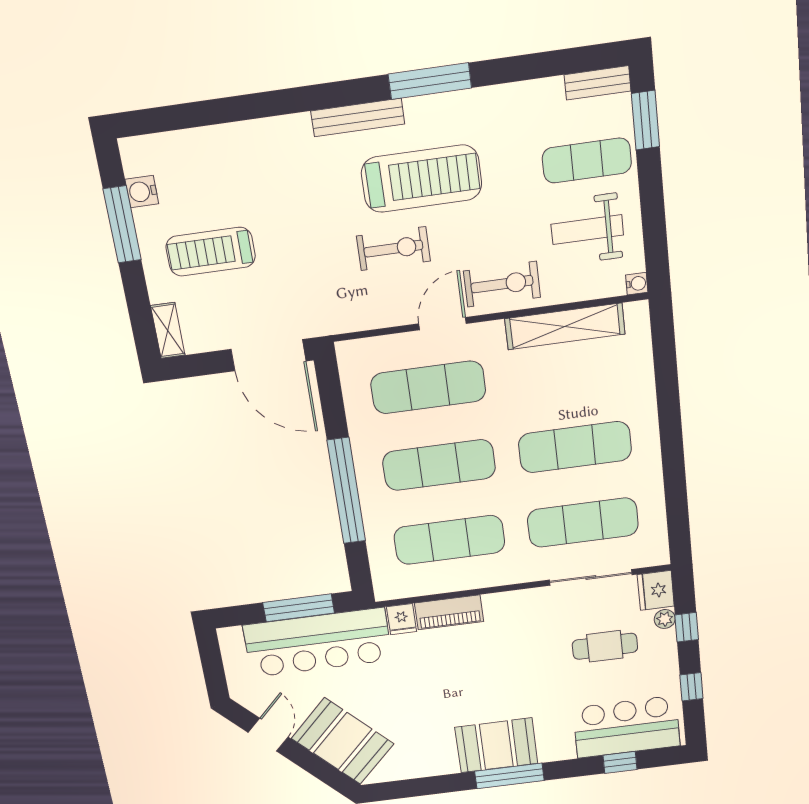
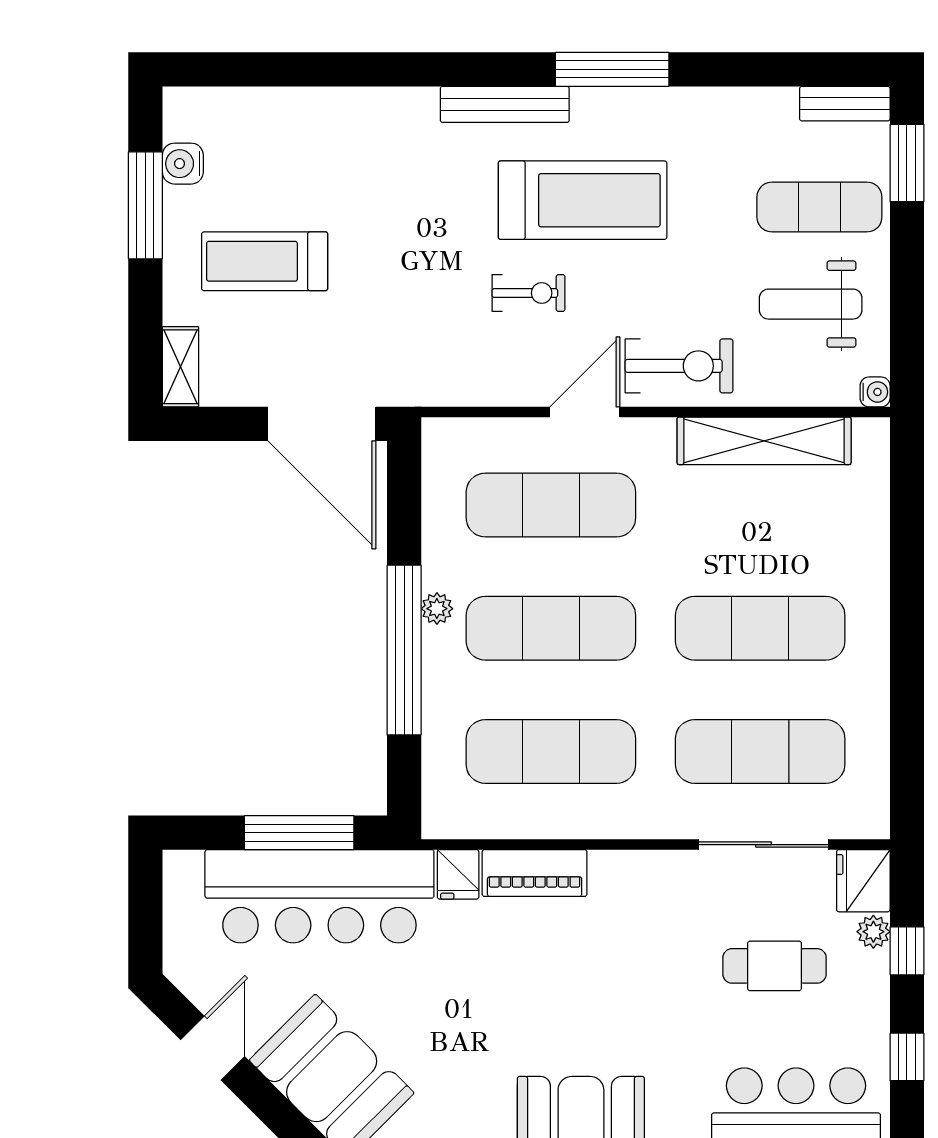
exercise bike: (393, 249) -> (529, 293), width x0.73, depth x0.72
plant: (363, 463) -> (437, 609), added

